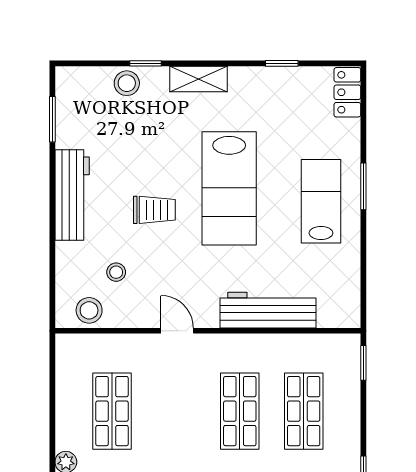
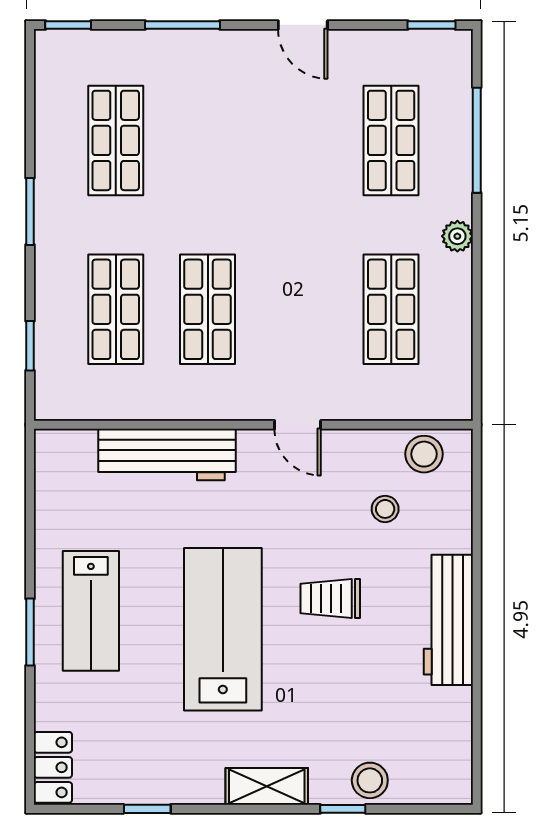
window: (52, 119) -> (477, 729), removed
window: (363, 363) -> (30, 346), moved

